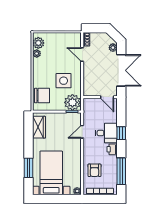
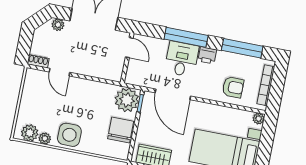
door: (82, 55) -> (59, 72), hinge flipped
side table: (64, 81) -> (69, 135), moved
chair: (42, 96) -> (121, 130), moved
door: (107, 97) -> (129, 48), hinge flipped
door: (82, 132) -> (173, 94), width x1.87
window: (121, 133) -> (186, 37), width x2.17

